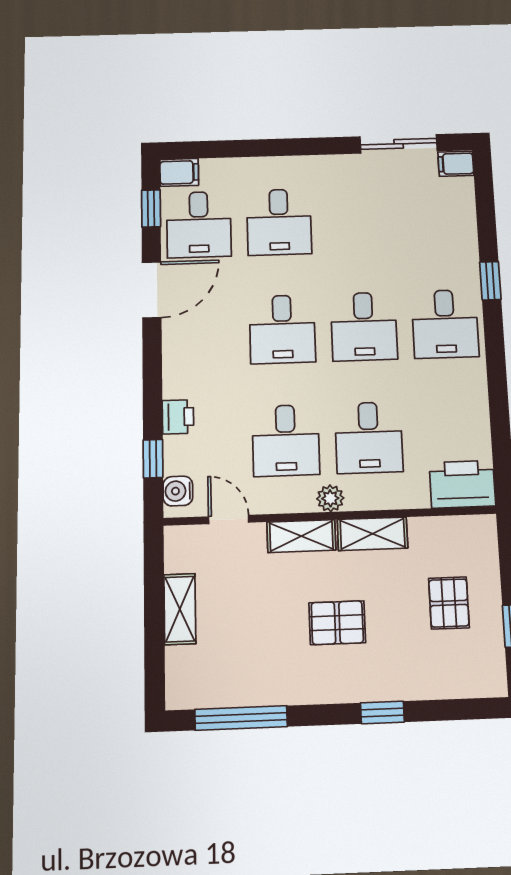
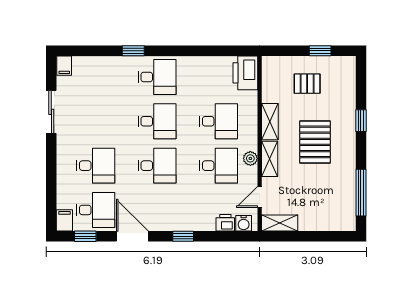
sliding door: (399, 144) -> (51, 112), moved
printer: (178, 417) -> (225, 223), moved
window: (153, 459) -> (183, 236), moved
plant: (330, 498) -> (250, 158), moved
shelving: (180, 609) -> (280, 223), moved
pallet: (337, 623) -> (315, 142), width x1.50, depth x1.42

